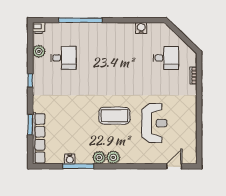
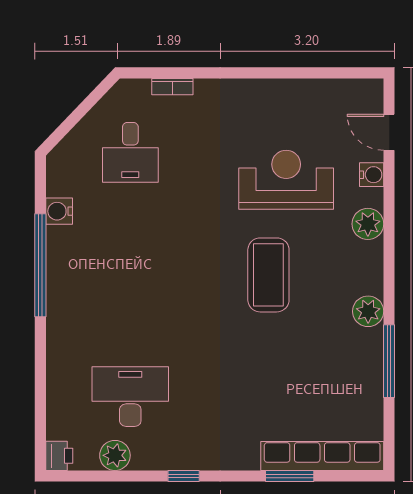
window: (80, 20) -> (40, 265), moved
desk: (63, 58) -> (130, 397), width x1.37
desk: (166, 58) -> (130, 152), turned 180
plant: (113, 157) -> (368, 224), moved
water cooler: (70, 159) -> (372, 175), moved

